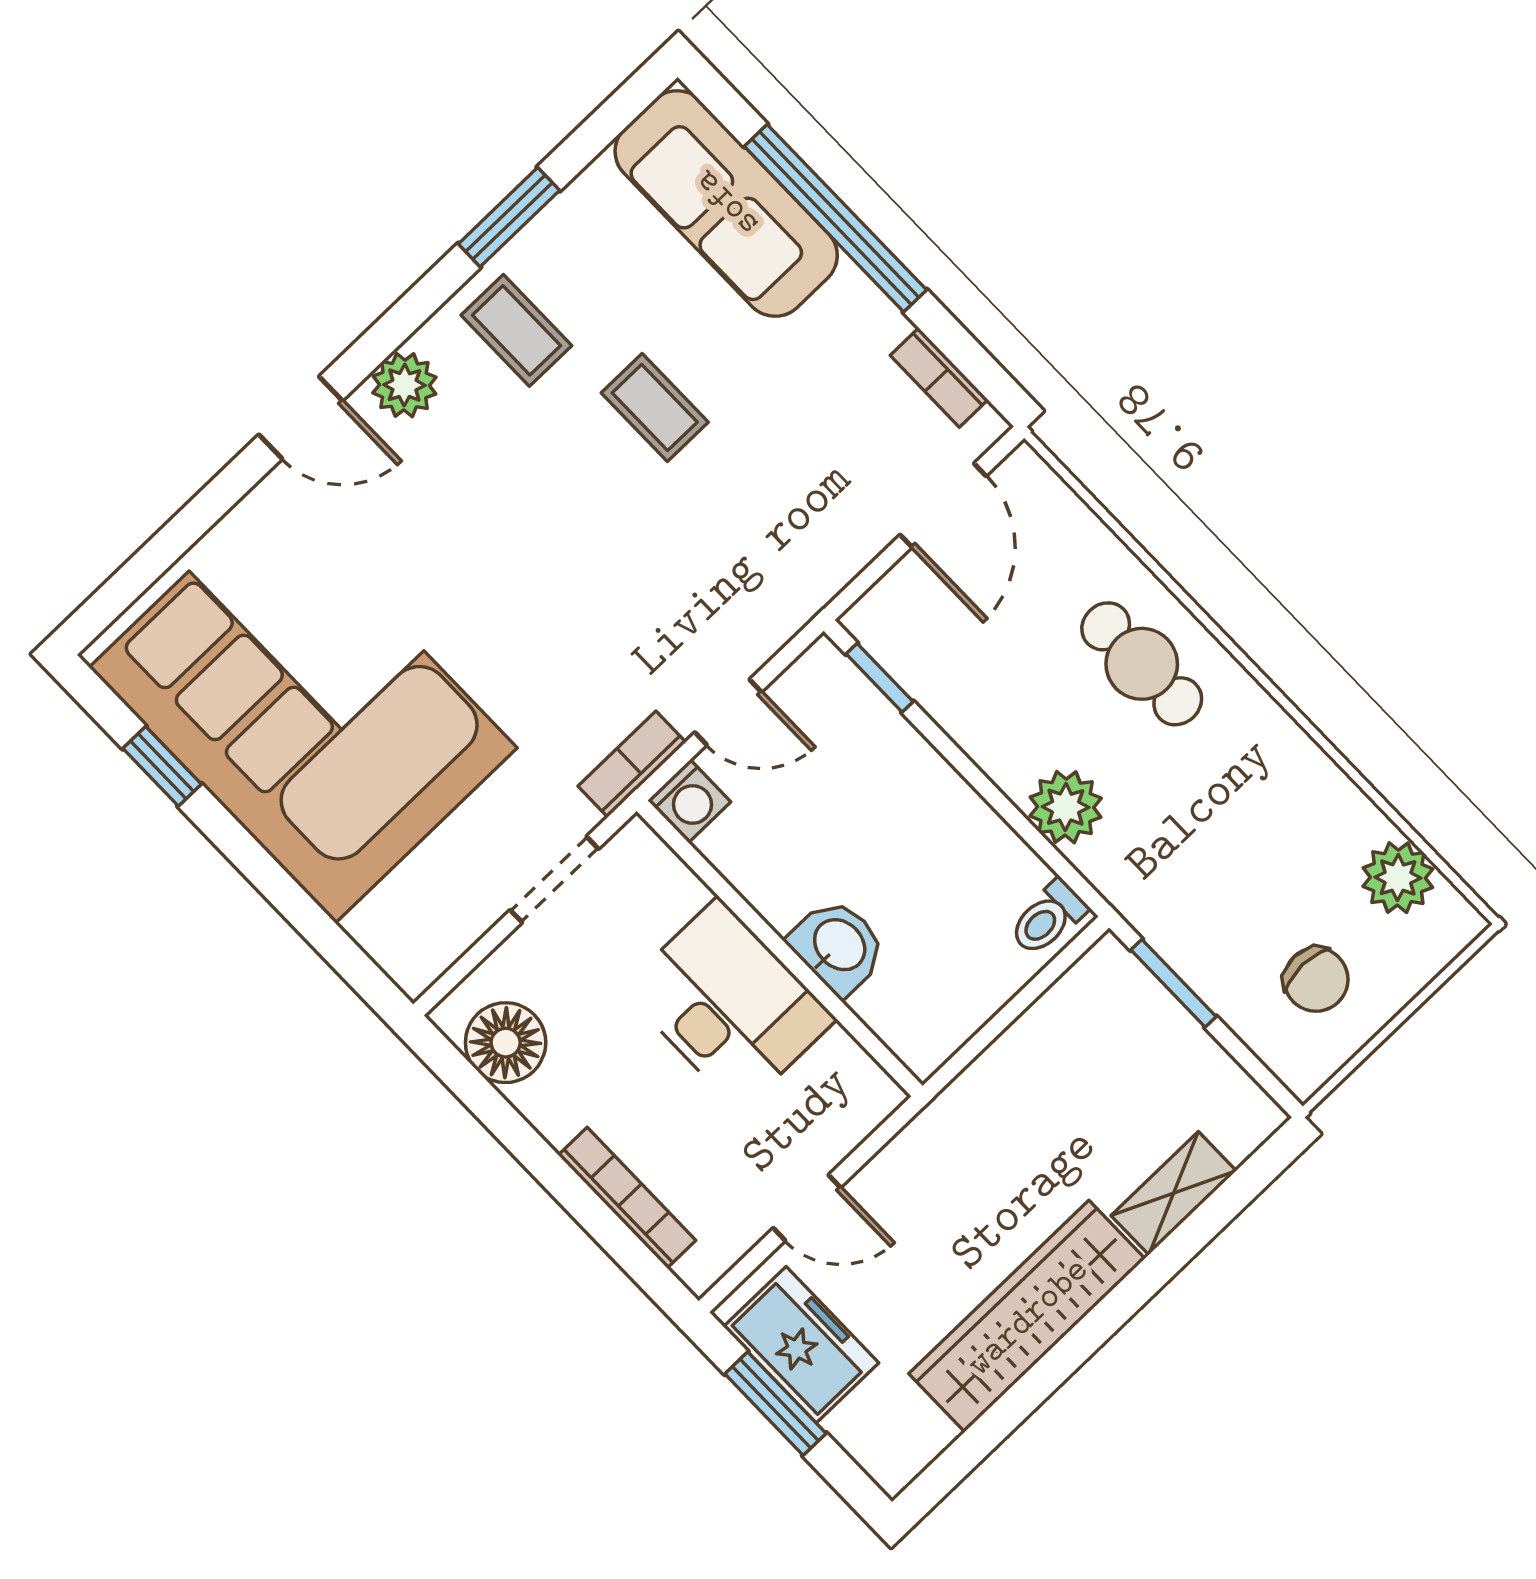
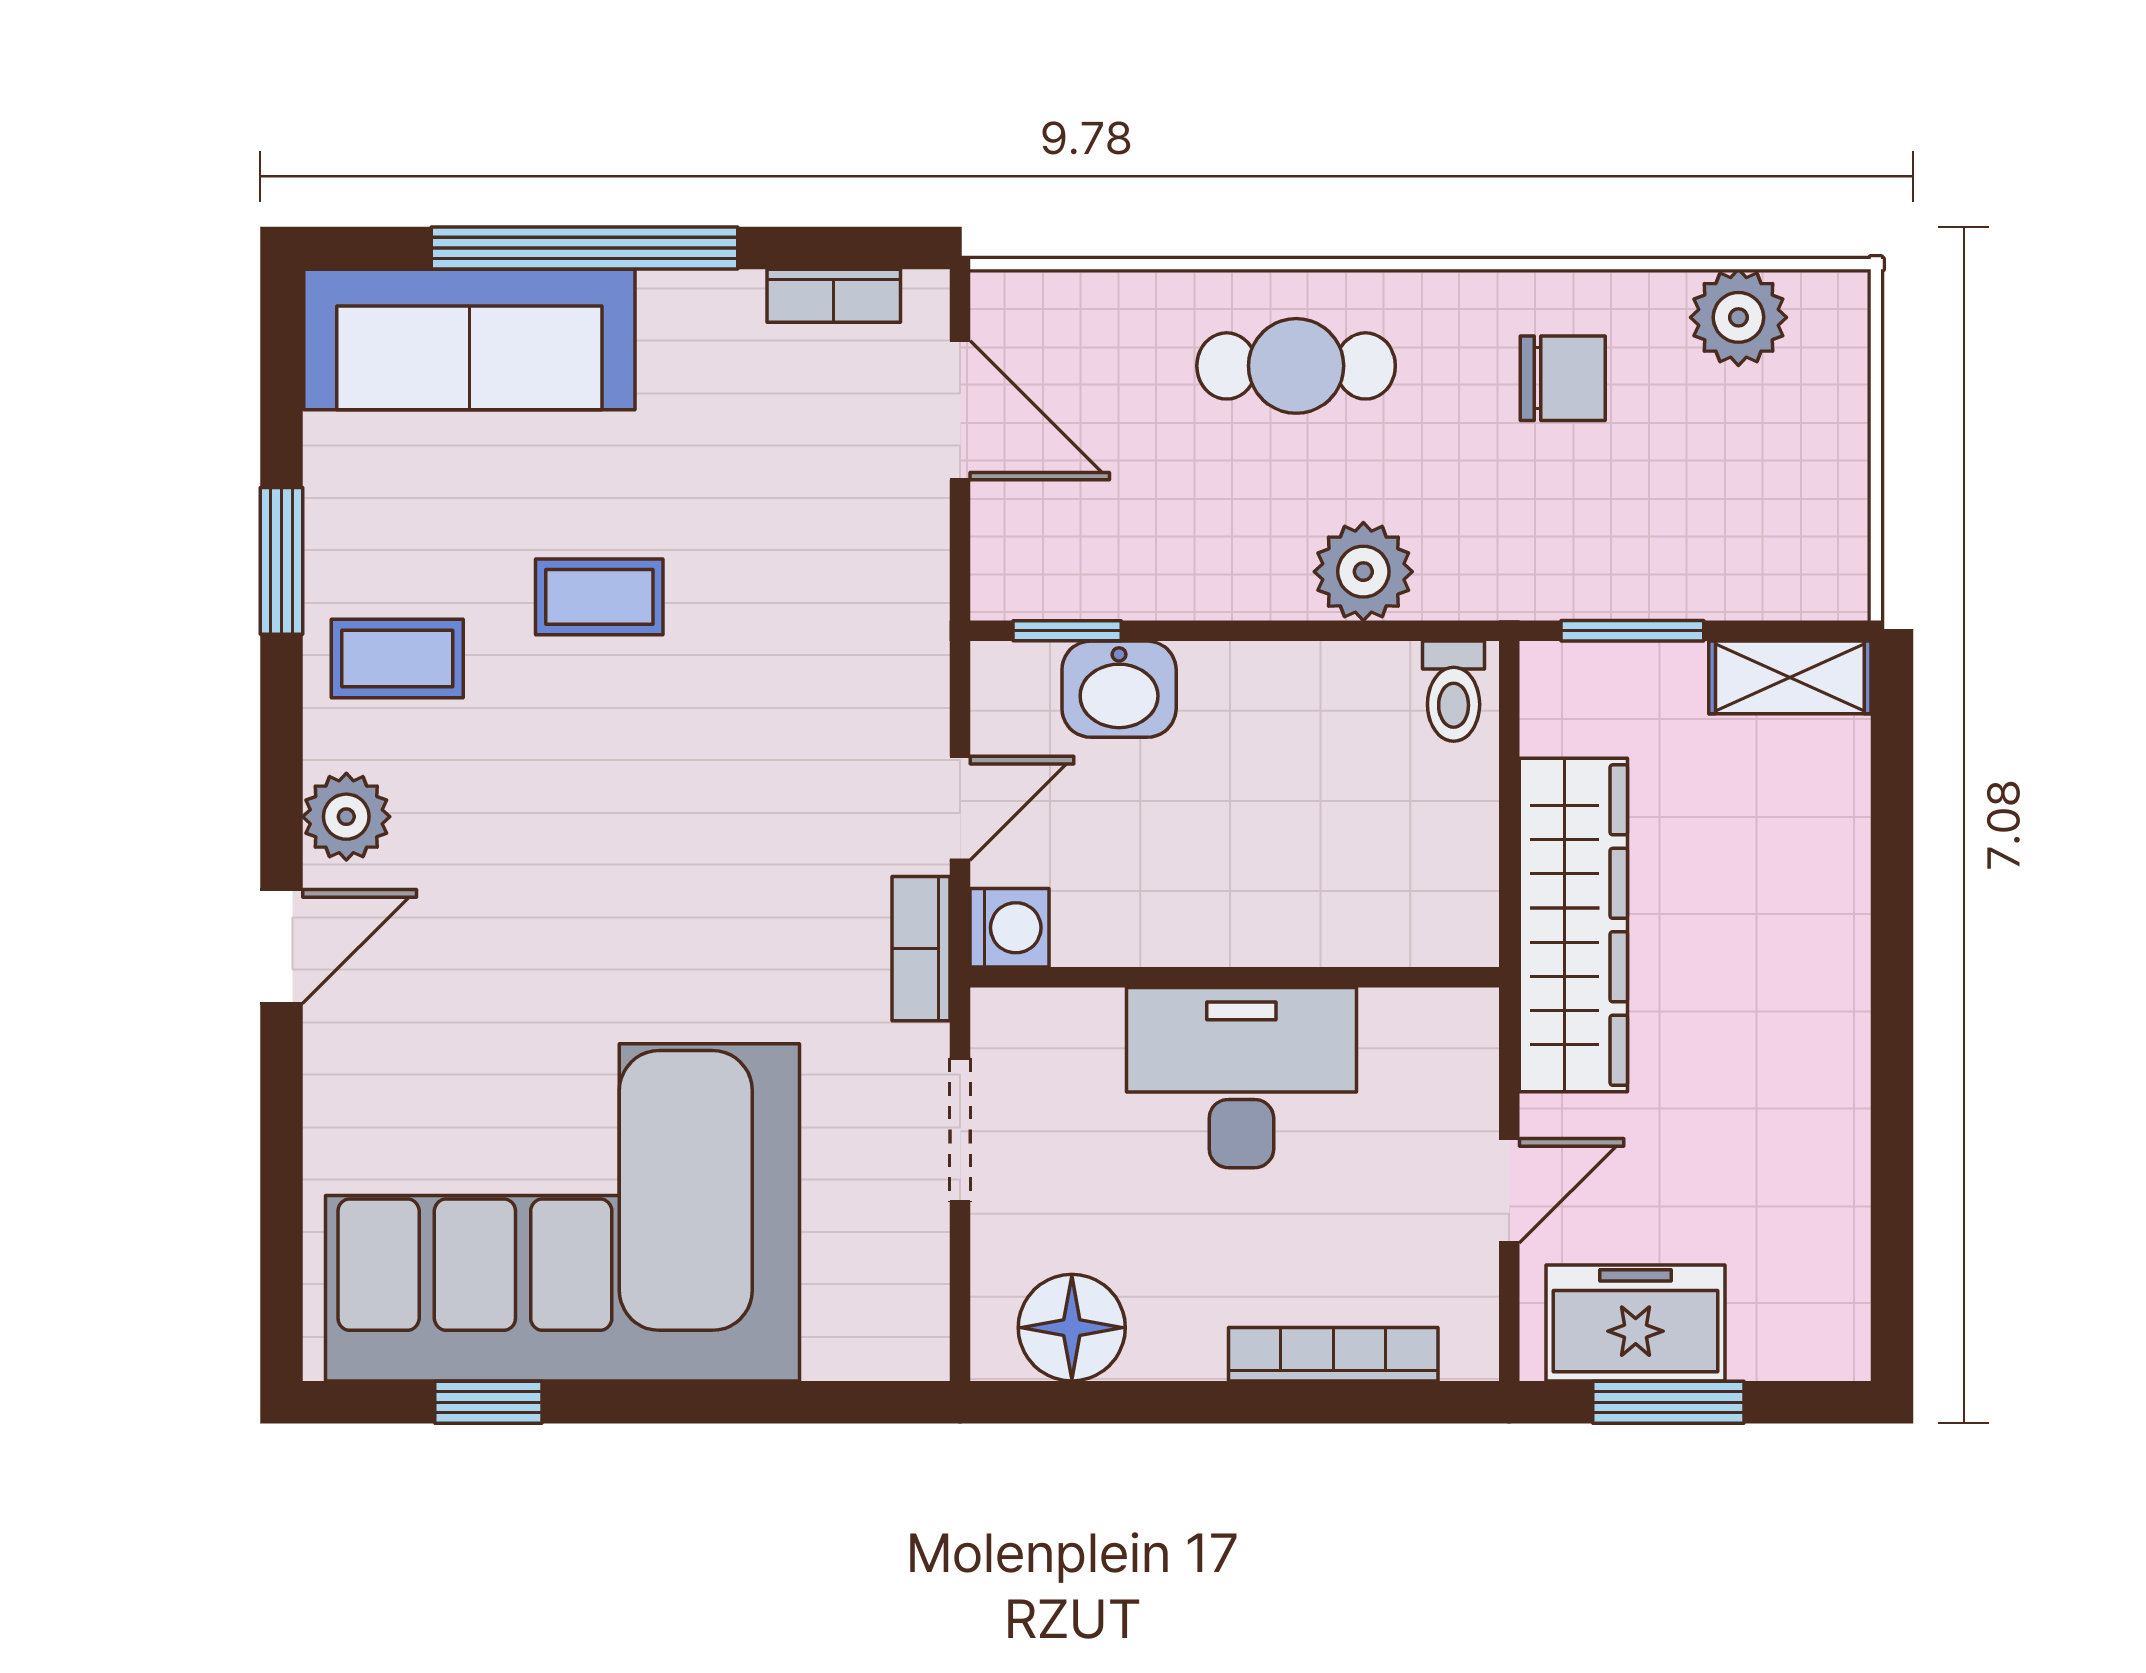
washbasin: (838, 946) -> (1119, 689), moved, turned 180
chair: (1316, 980) -> (1563, 378), moved
shelving: (1174, 1193) -> (1790, 677), moved, turned 90
wardrobe: (1027, 1316) -> (1573, 925), moved, turned 180

